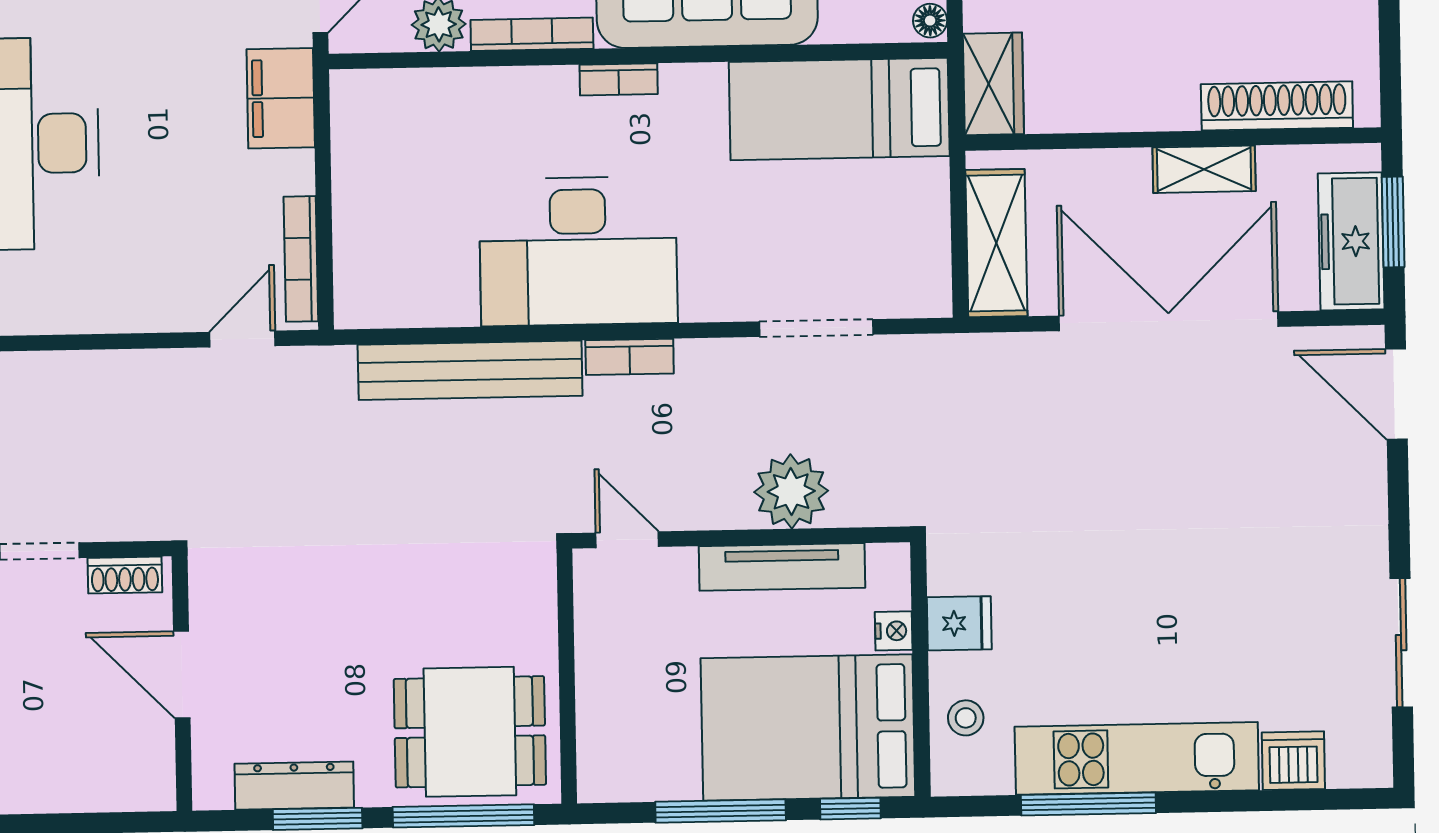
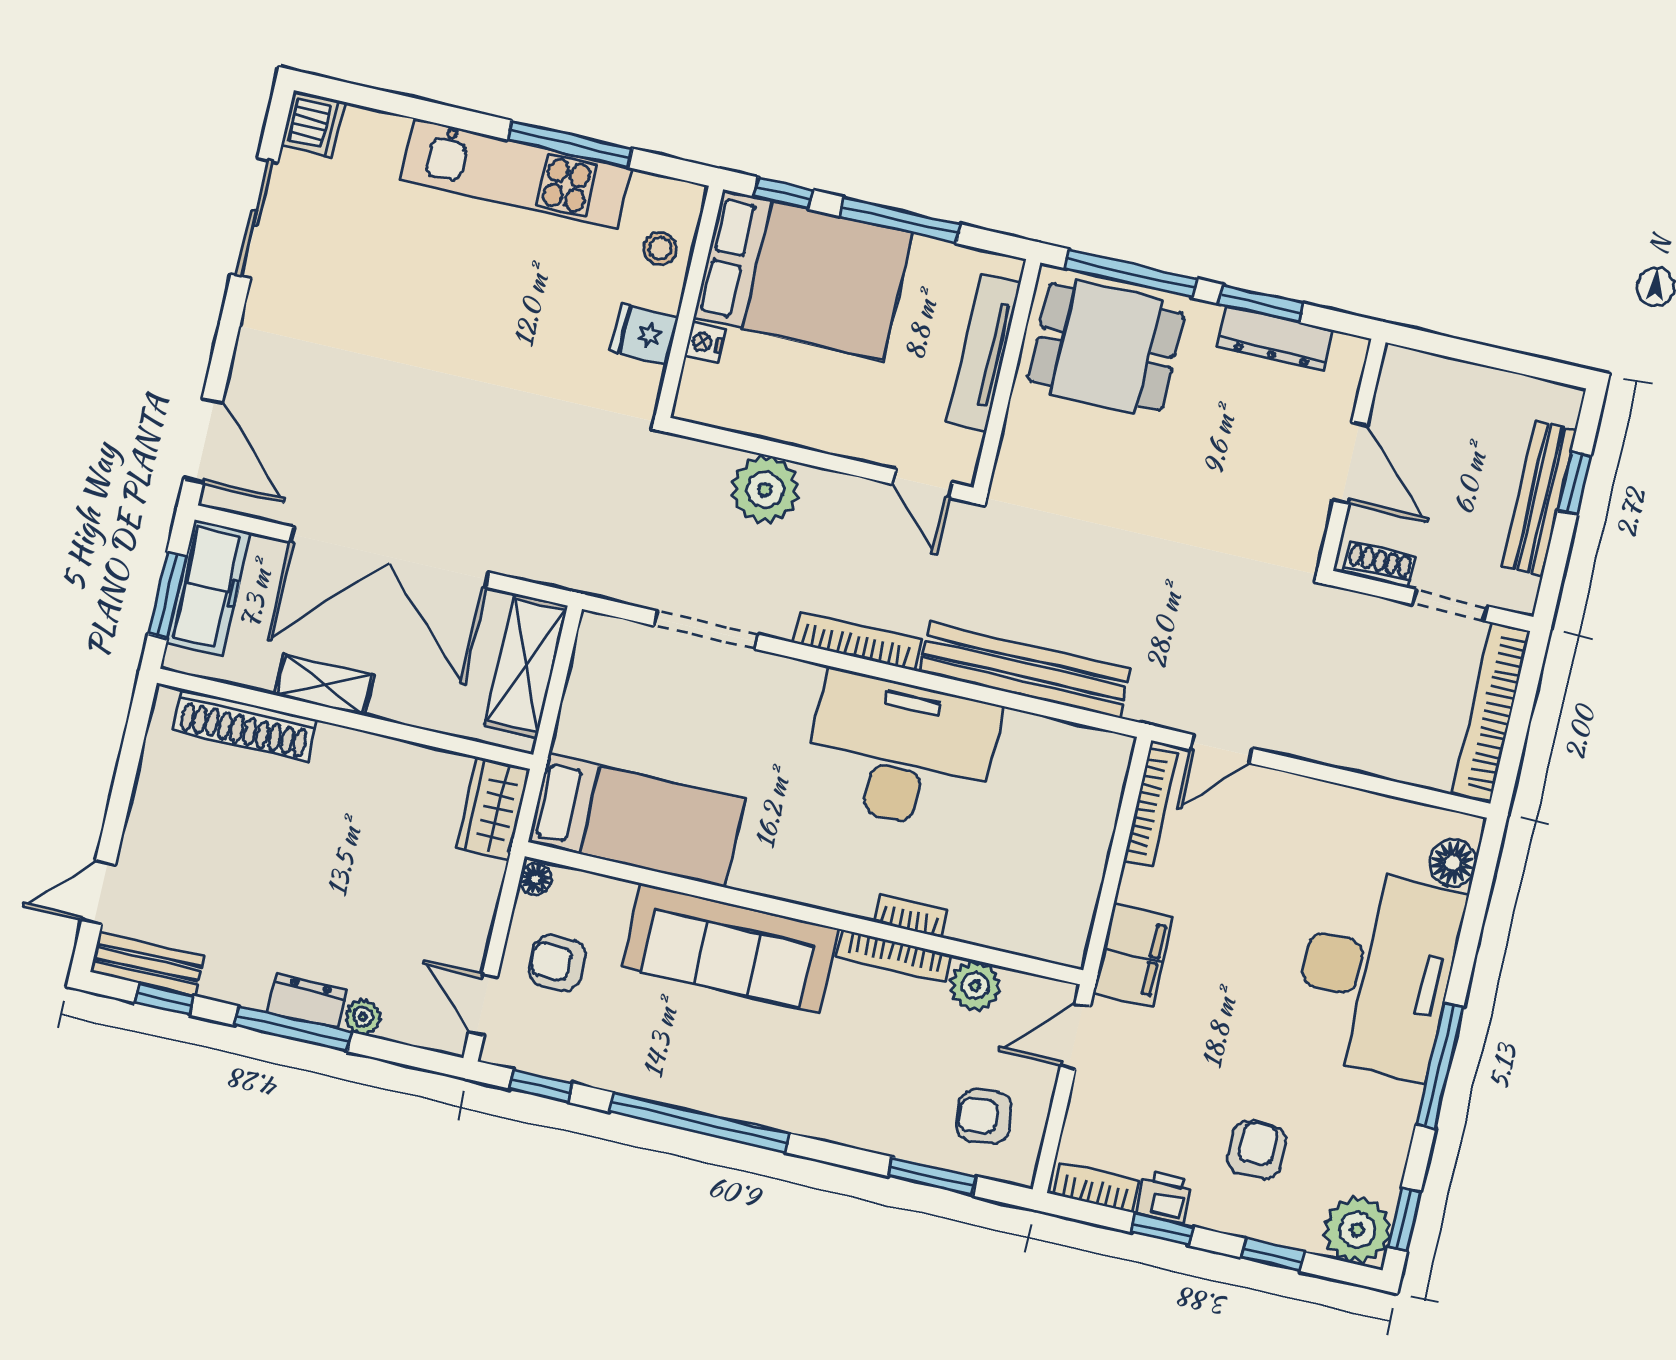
bookcase: (619, 79) -> (910, 916), moved
bookcase: (630, 357) -> (857, 641), width x1.56
tv unit: (782, 567) -> (984, 352), moved, turned -90
dishwasher: (1293, 761) -> (313, 124), moved, turned -90

